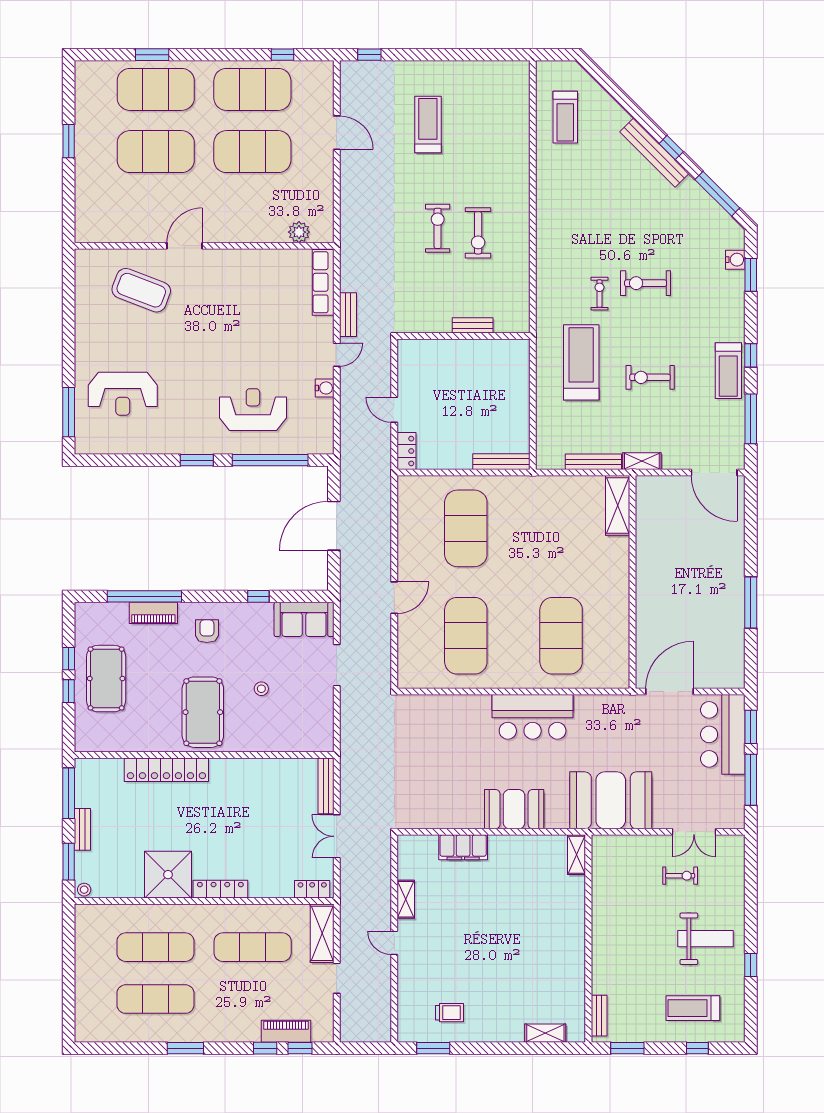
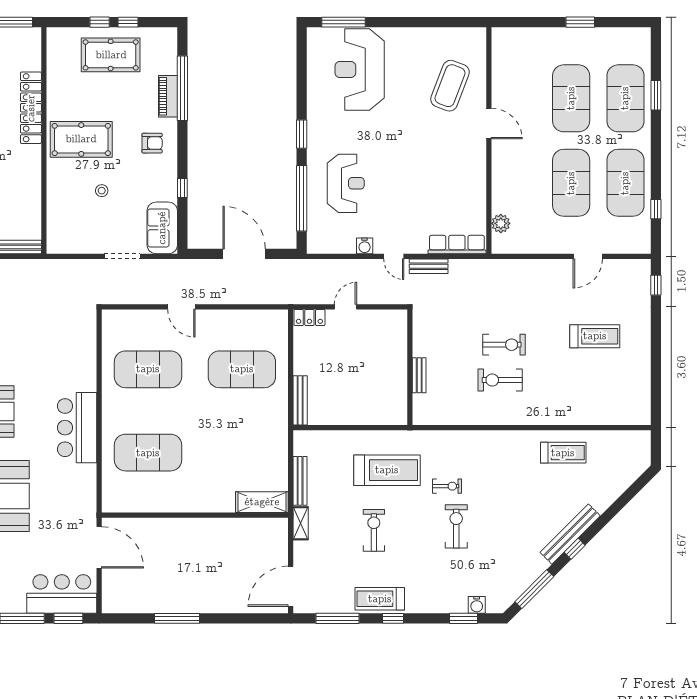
treadmill: (565, 117) -> (563, 453), moved, turned 180
reception desk: (123, 394) -> (360, 69), width x1.36, depth x1.30

